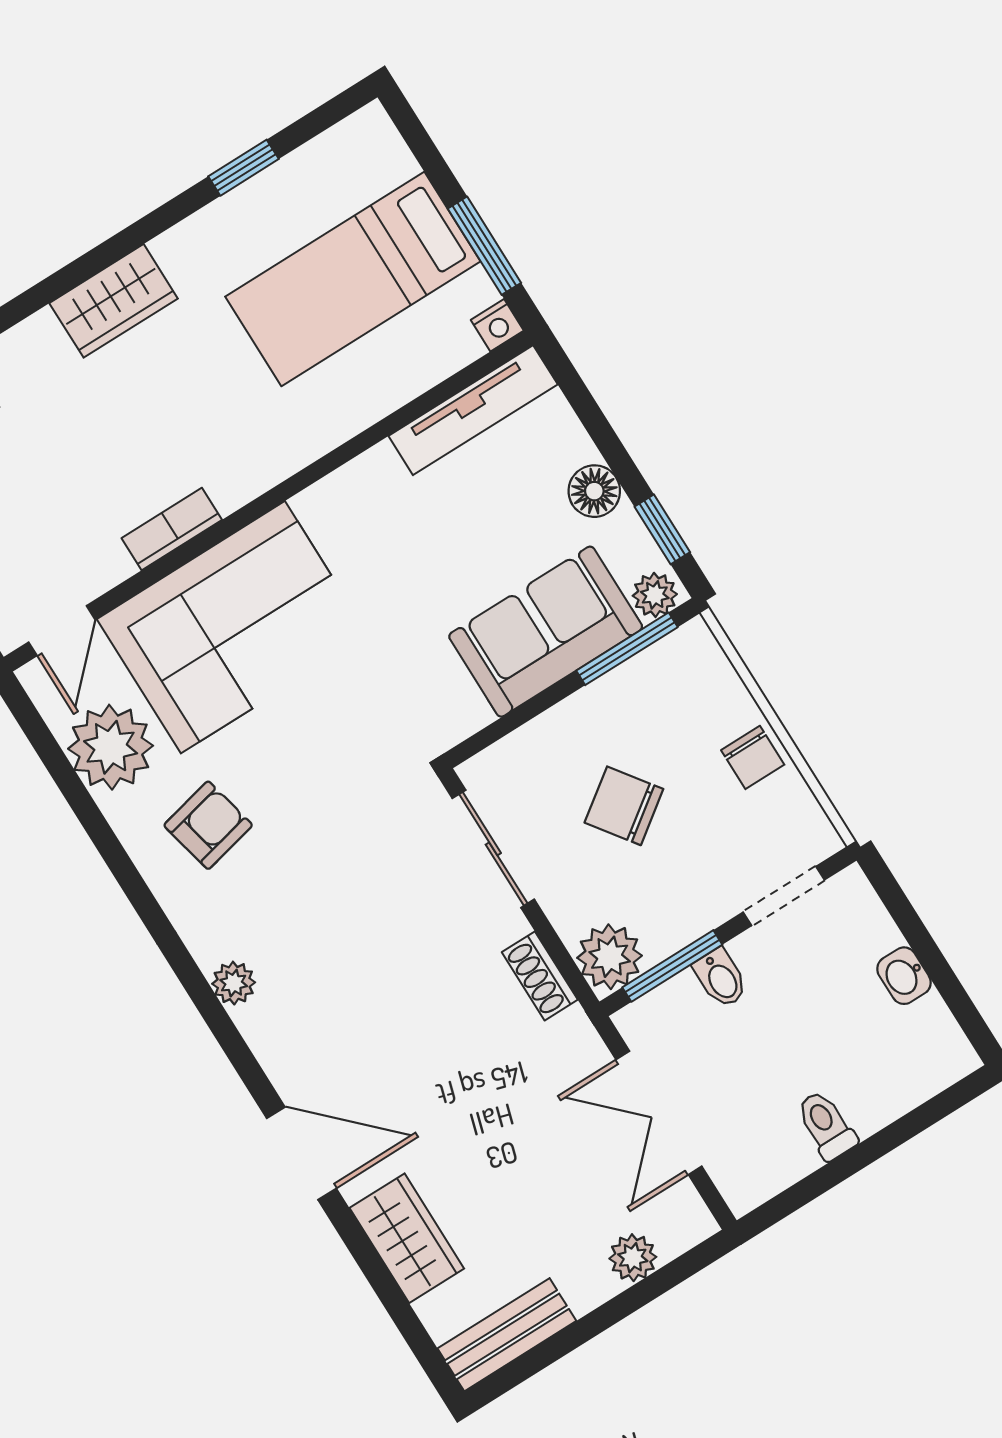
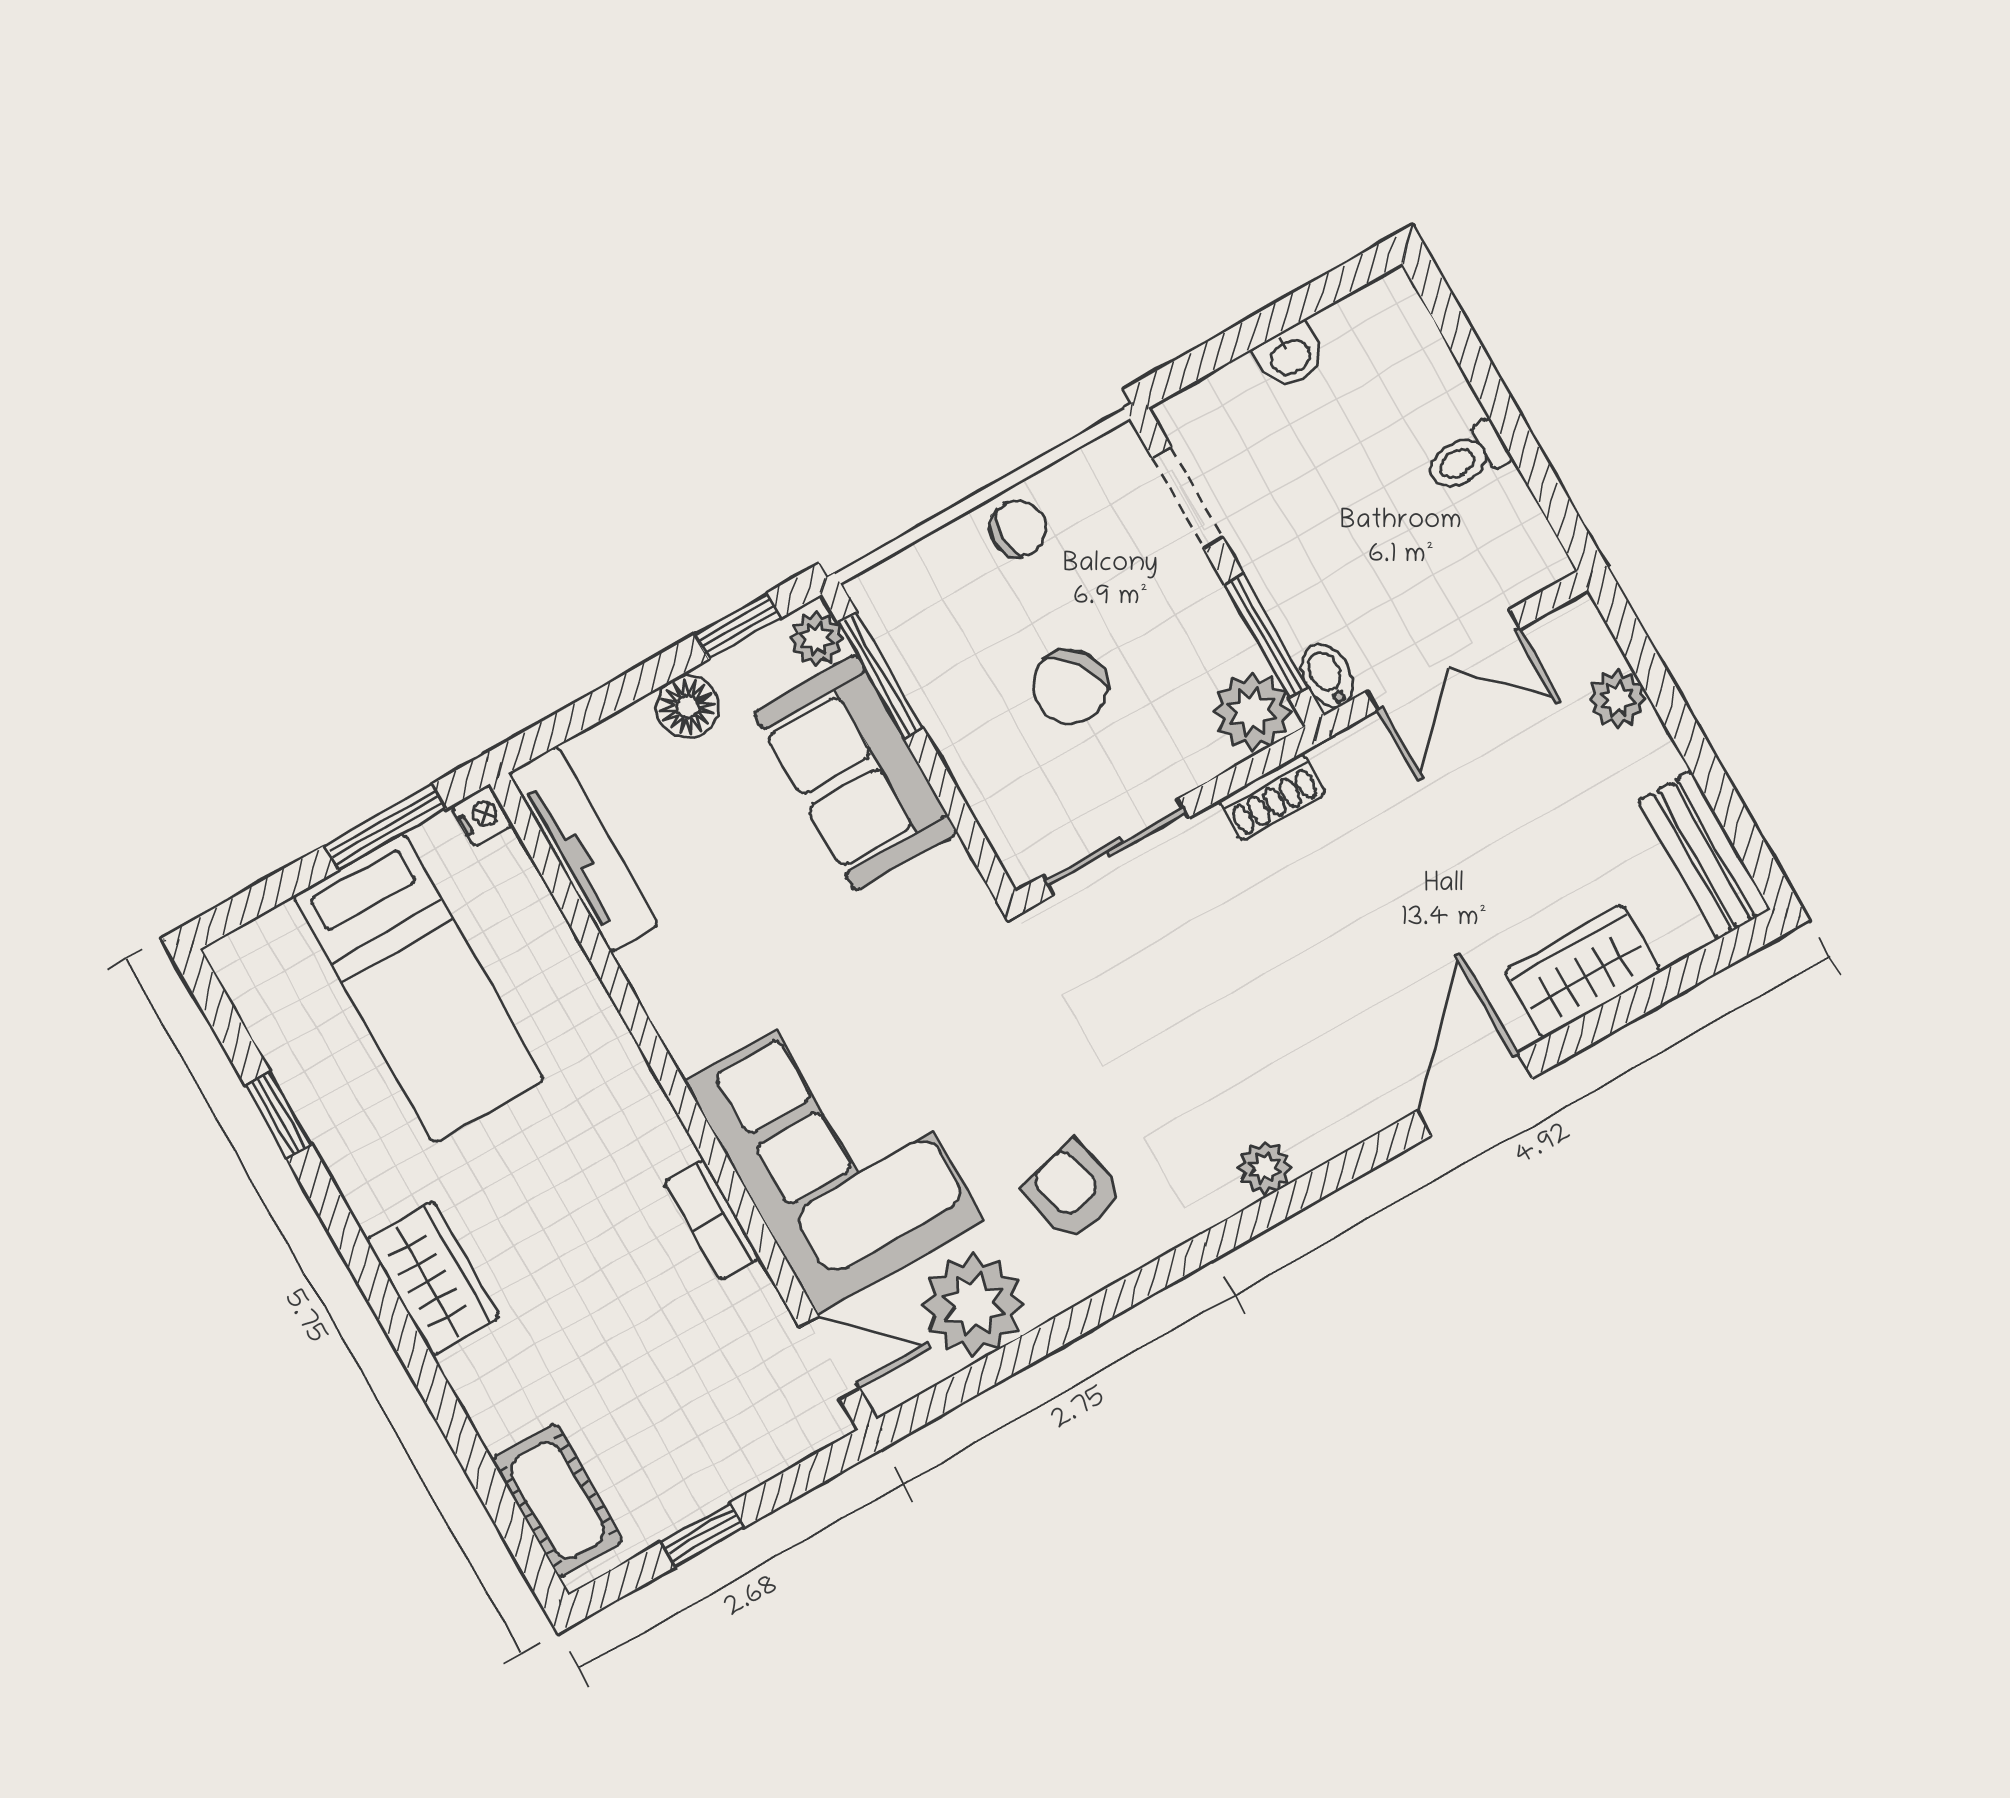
bidet: (721, 978) -> (1327, 676), moved, turned -90

